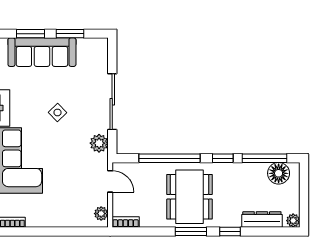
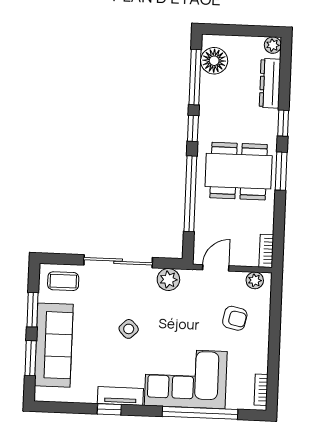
coffee table: (94, 58) -> (63, 281), added
armchair: (70, 199) -> (235, 318), added

